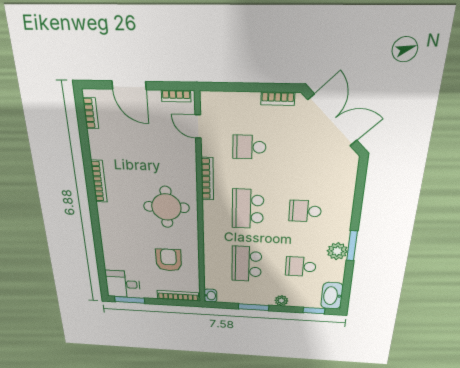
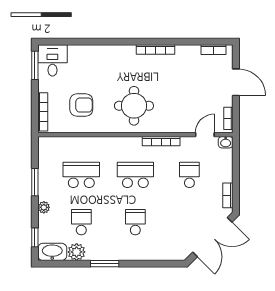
door: (129, 85) -> (236, 82), swing flipped
plant: (337, 251) -> (77, 252), moved
washbasin: (210, 296) -> (226, 142), moved

